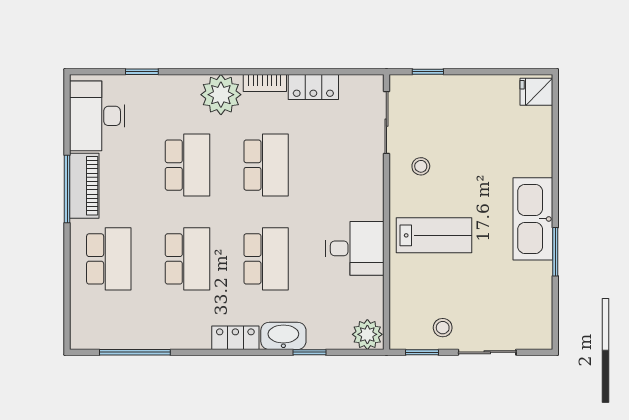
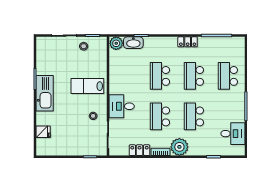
fridge: (536, 92) -> (43, 132), moved
desk: (97, 116) -> (233, 134), width x0.73
piano: (84, 186) -> (238, 108), removed
desk: (355, 248) -> (122, 106), moved
washbasin: (283, 336) -> (133, 43), moved
locker: (235, 338) -> (188, 42), moved

